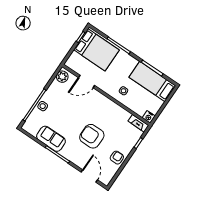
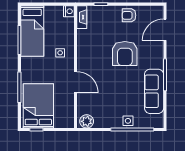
door: (87, 82) -> (75, 82), moved
sofa: (51, 139) -> (154, 91), width x1.36

